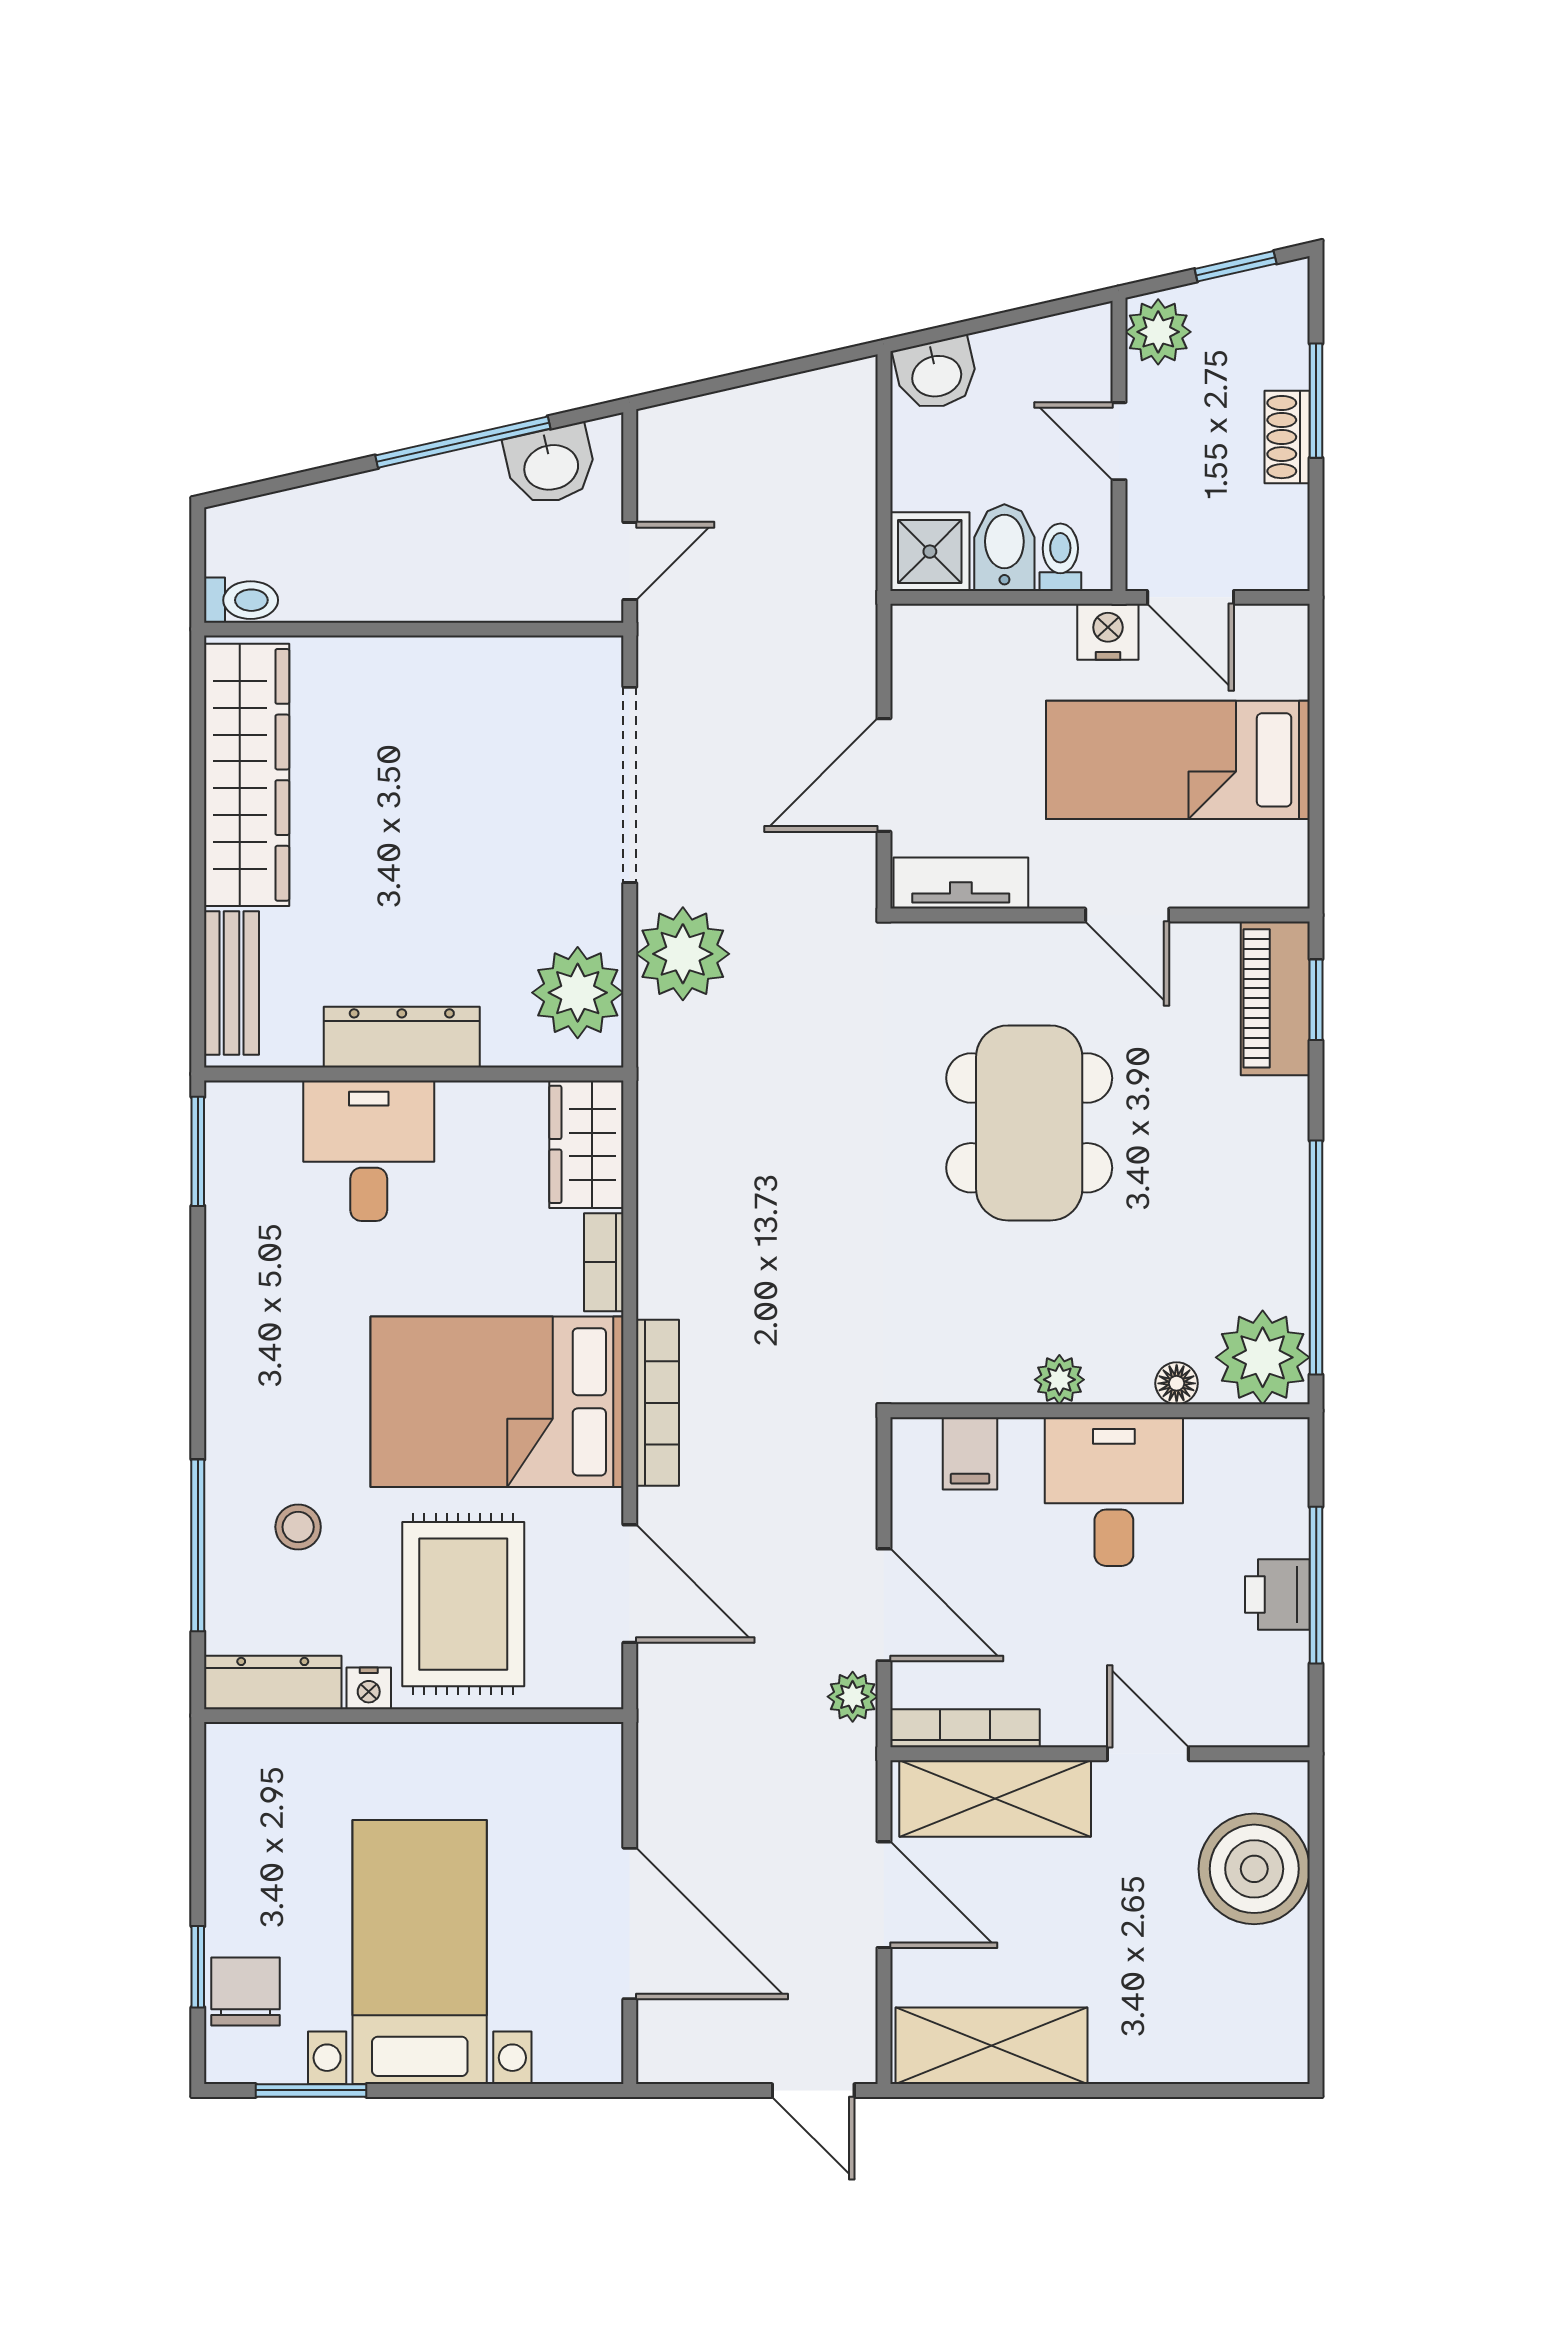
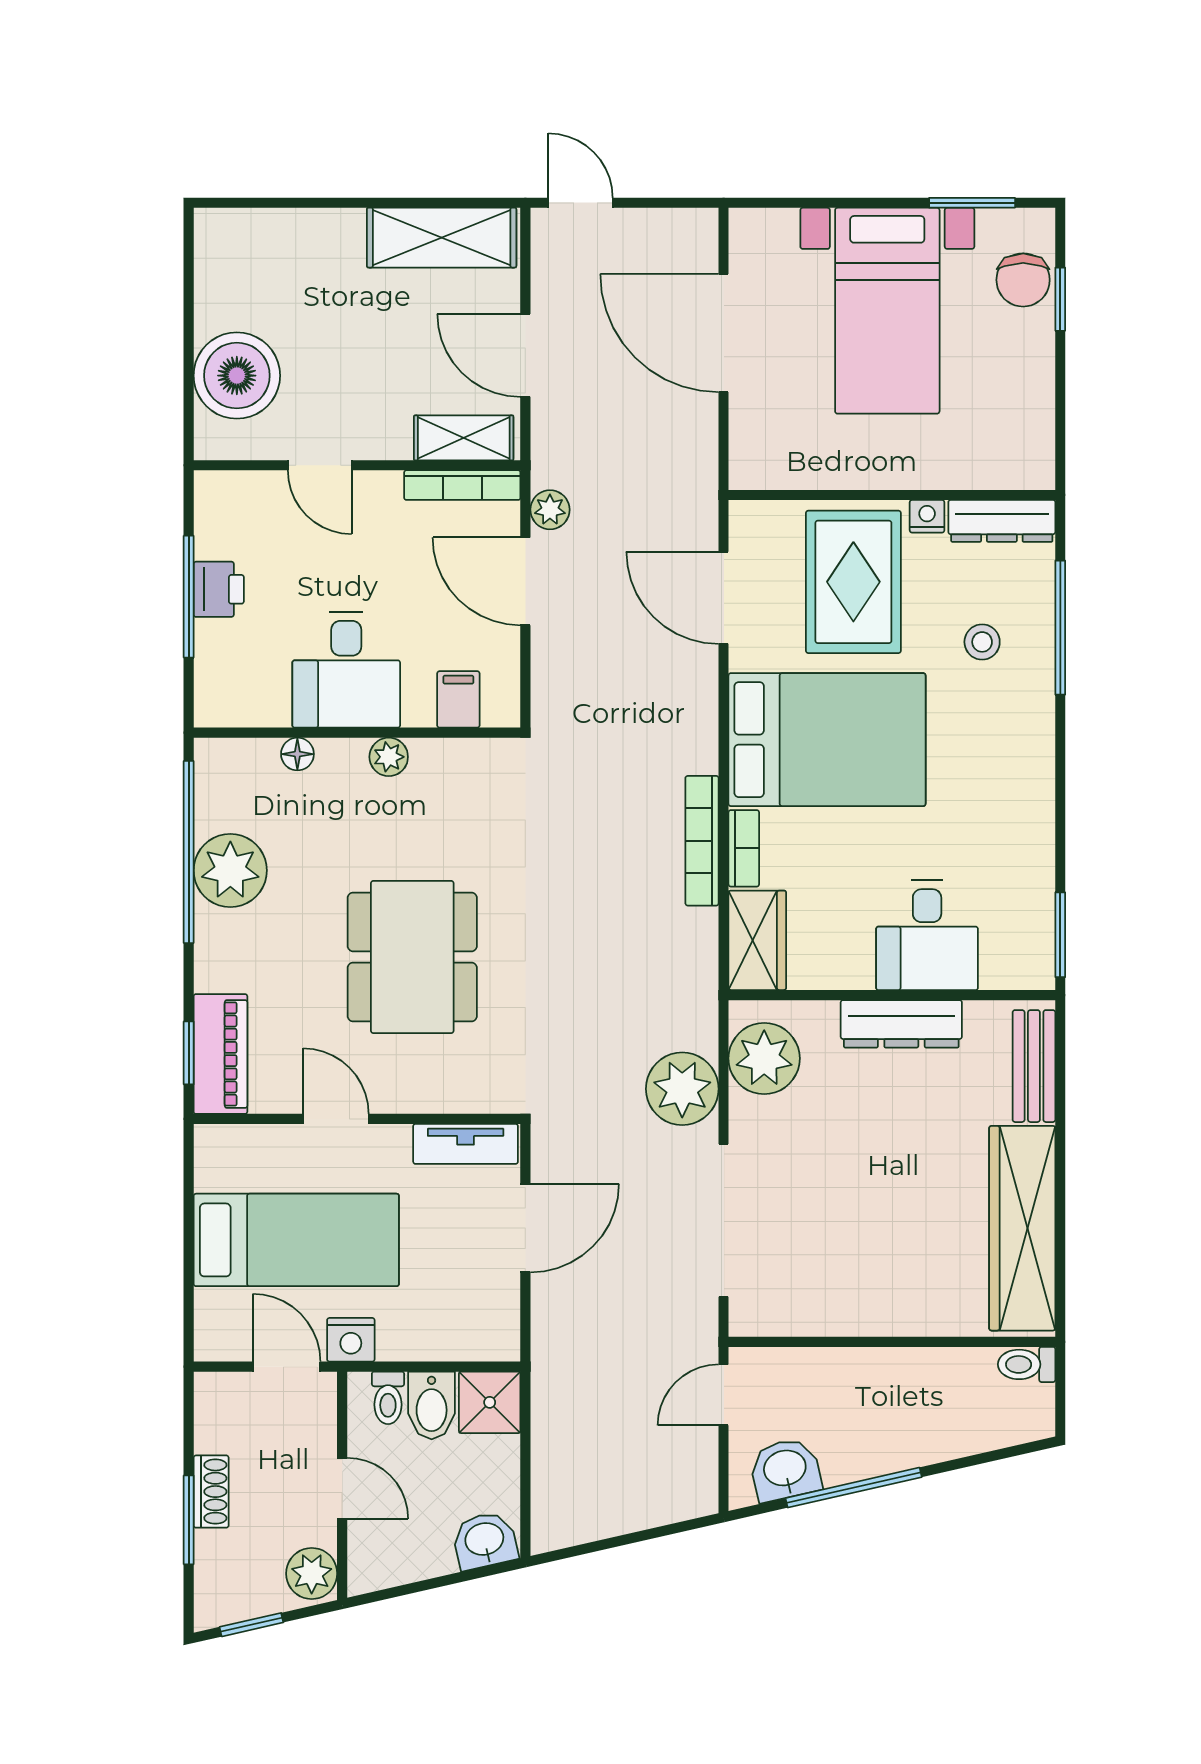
plant: (1263, 1357) -> (230, 870), moved
bookcase: (657, 1403) -> (702, 841), moved
shelving: (995, 1798) -> (464, 438), width x0.67, depth x0.75

